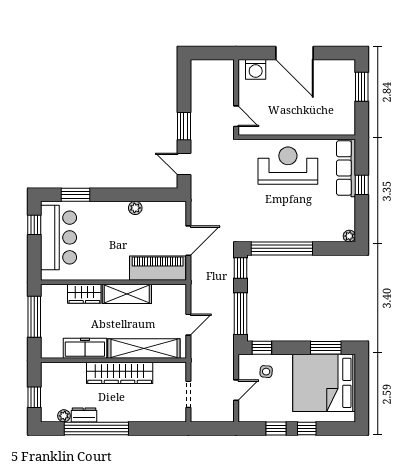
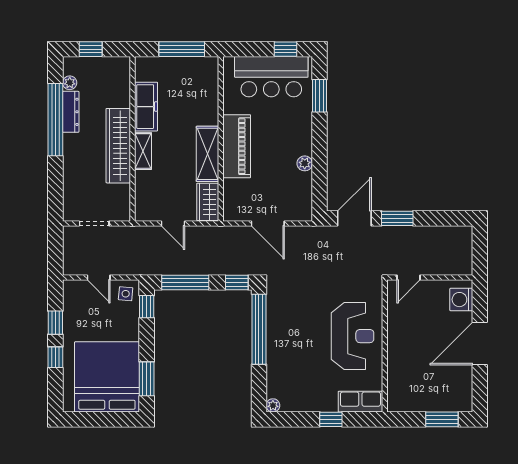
door: (184, 164) -> (354, 218), width x1.38
row of seats: (346, 168) -> (360, 402), width x0.68
piano: (158, 268) -> (237, 146), moved
wardrobe: (84, 294) -> (208, 202), moved
shelving: (144, 348) -> (143, 151), width x0.45, depth x0.75
side table: (266, 372) -> (126, 294), moved
dresser: (84, 415) -> (71, 112), width x1.44

